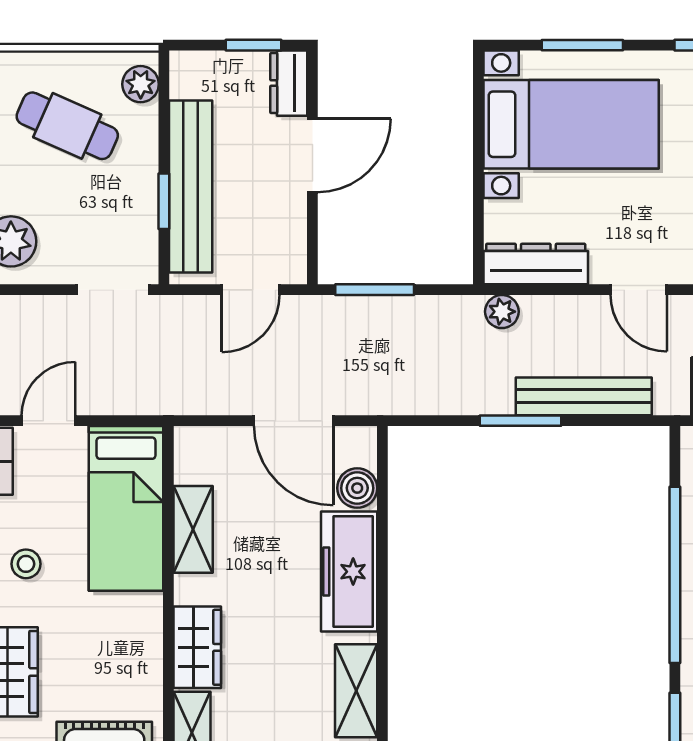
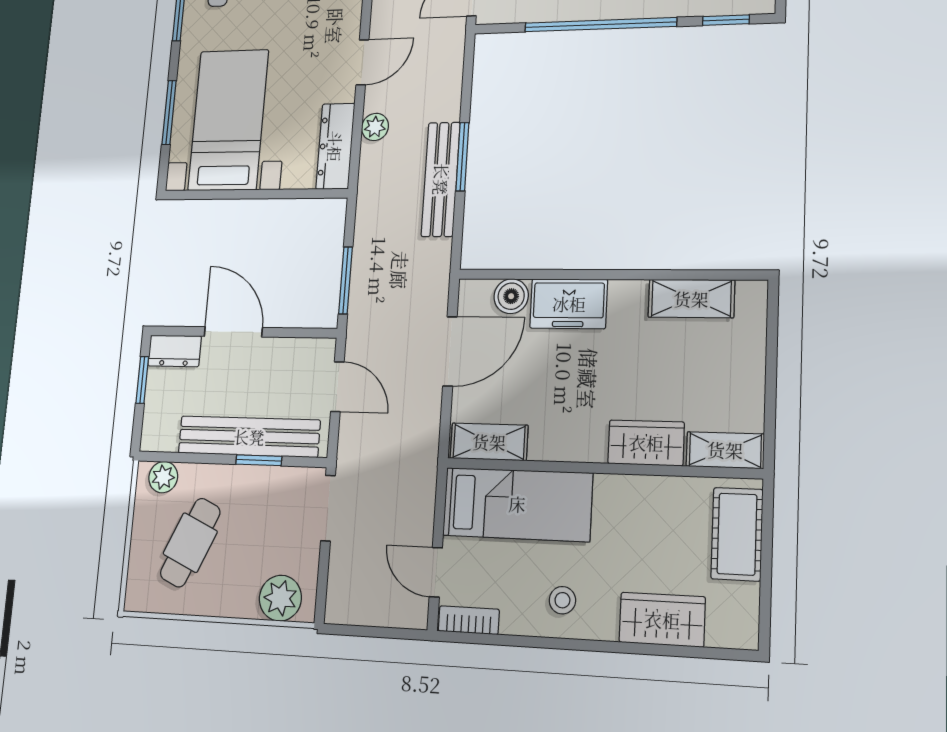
plant: (502, 312) -> (375, 127), moved
bench: (584, 396) -> (441, 179), moved
shelving: (193, 529) -> (489, 442), moved
freezer: (349, 572) -> (569, 304), width x0.71

